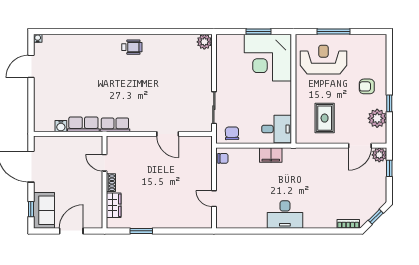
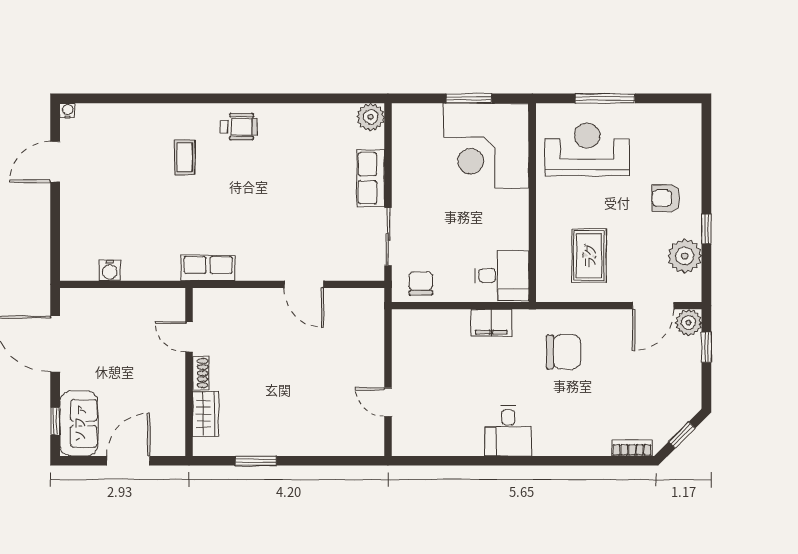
coffee table: (102, 64) -> (185, 157), added
row of seats: (83, 124) -> (371, 178), moved, turned -90
chair: (223, 158) -> (564, 352), moved, width x1.87, depth x1.87
desk: (285, 214) -> (508, 431), width x0.73

